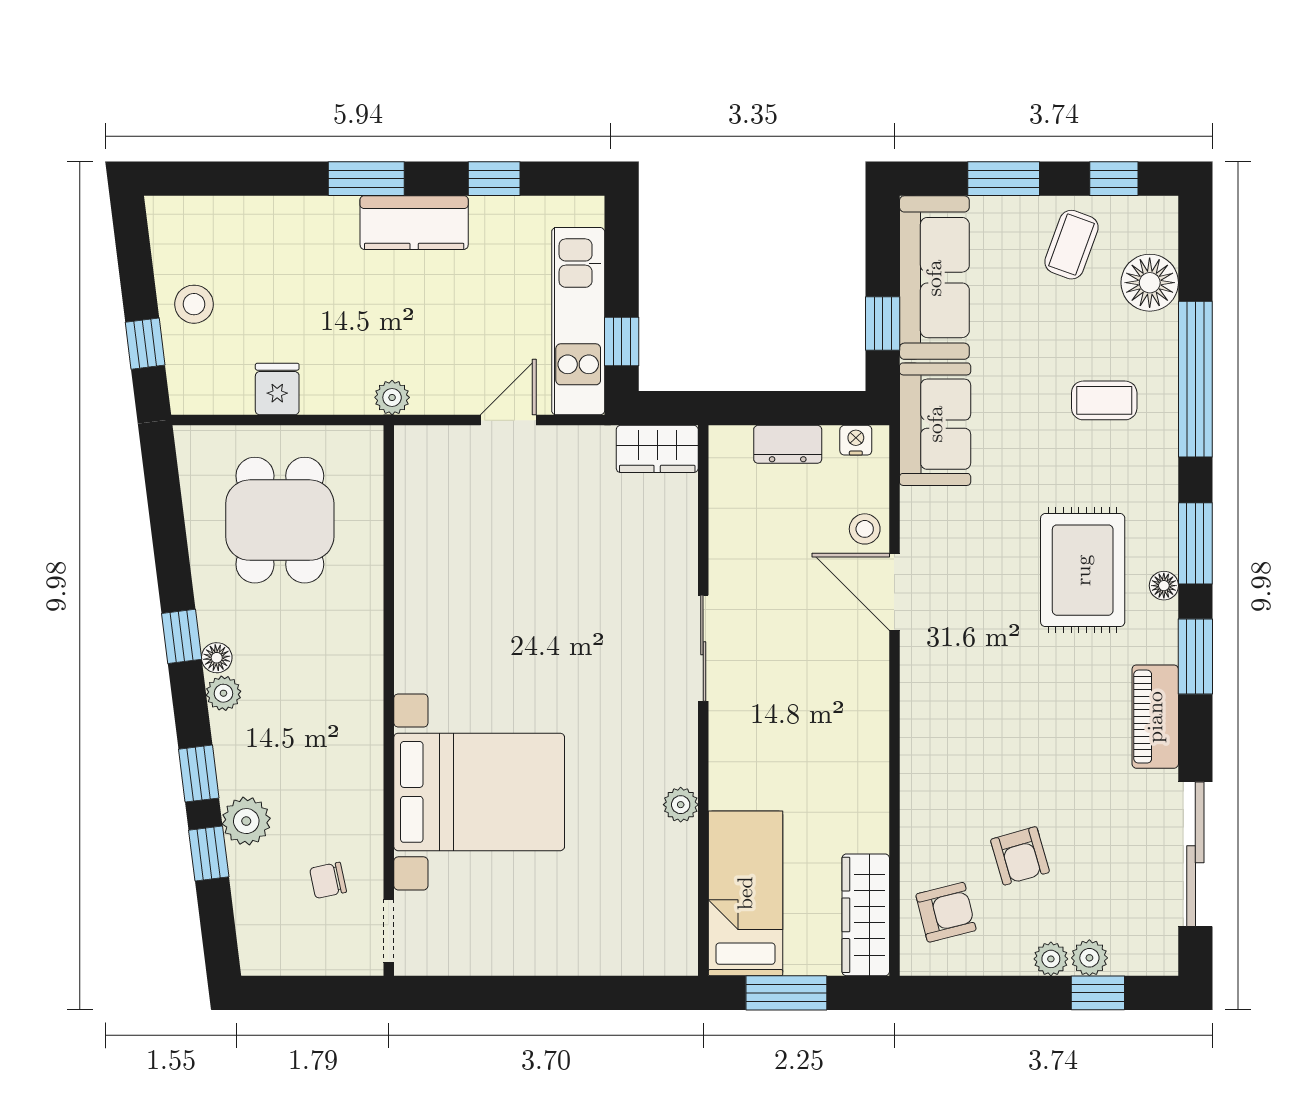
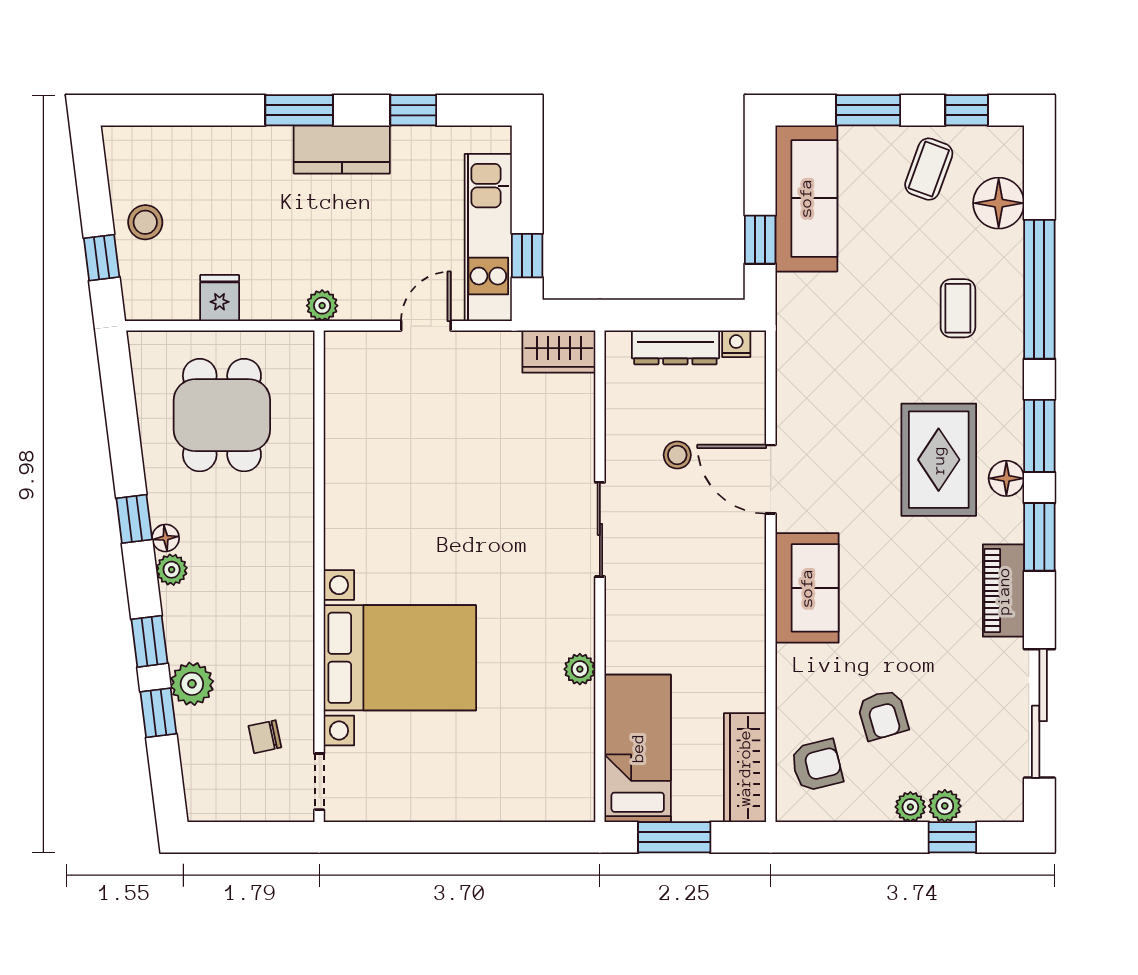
coffee table: (1104, 400) -> (958, 308), turned 90
sofa: (935, 424) -> (807, 588), moved
dresser: (788, 444) -> (675, 347), width x1.44
stool: (865, 529) -> (677, 455), moved
floor lamp: (1164, 586) -> (1006, 478), width x1.37, depth x1.37

